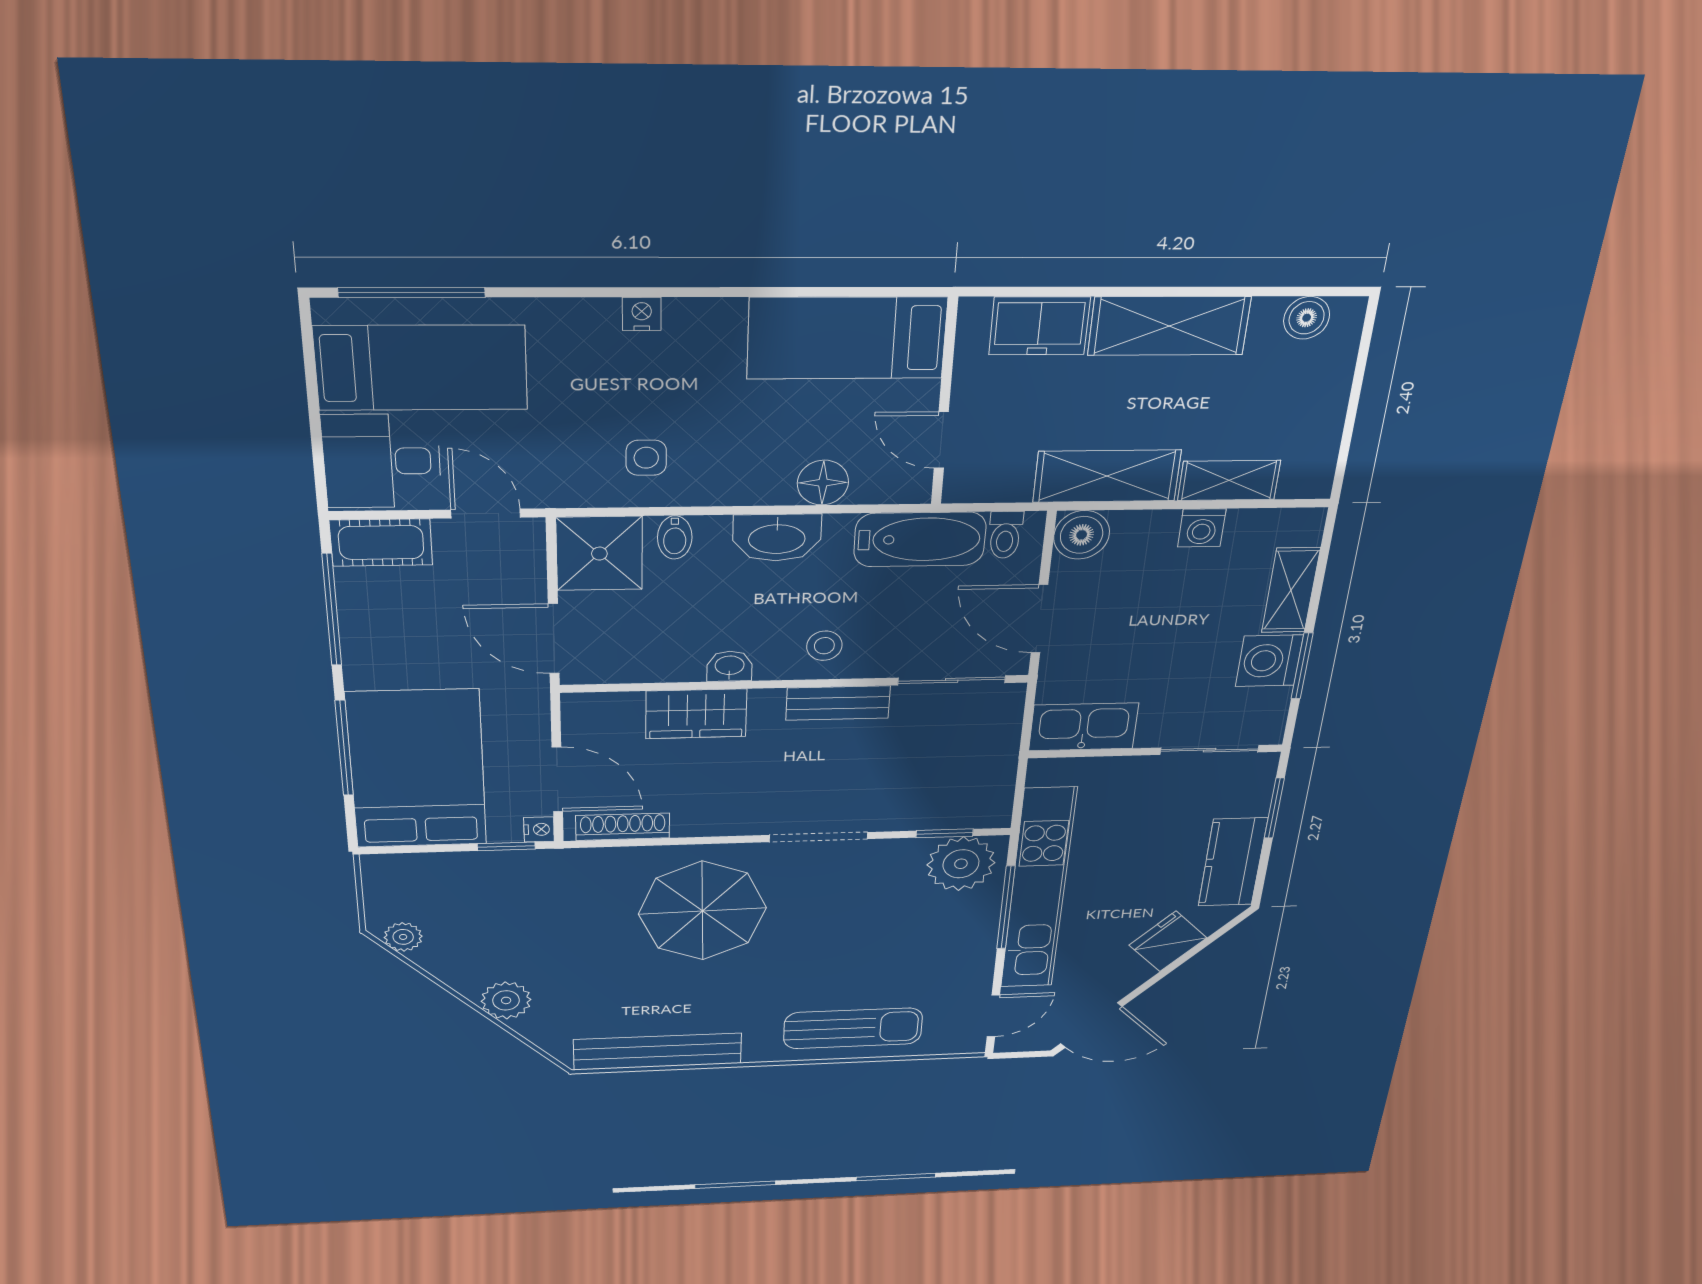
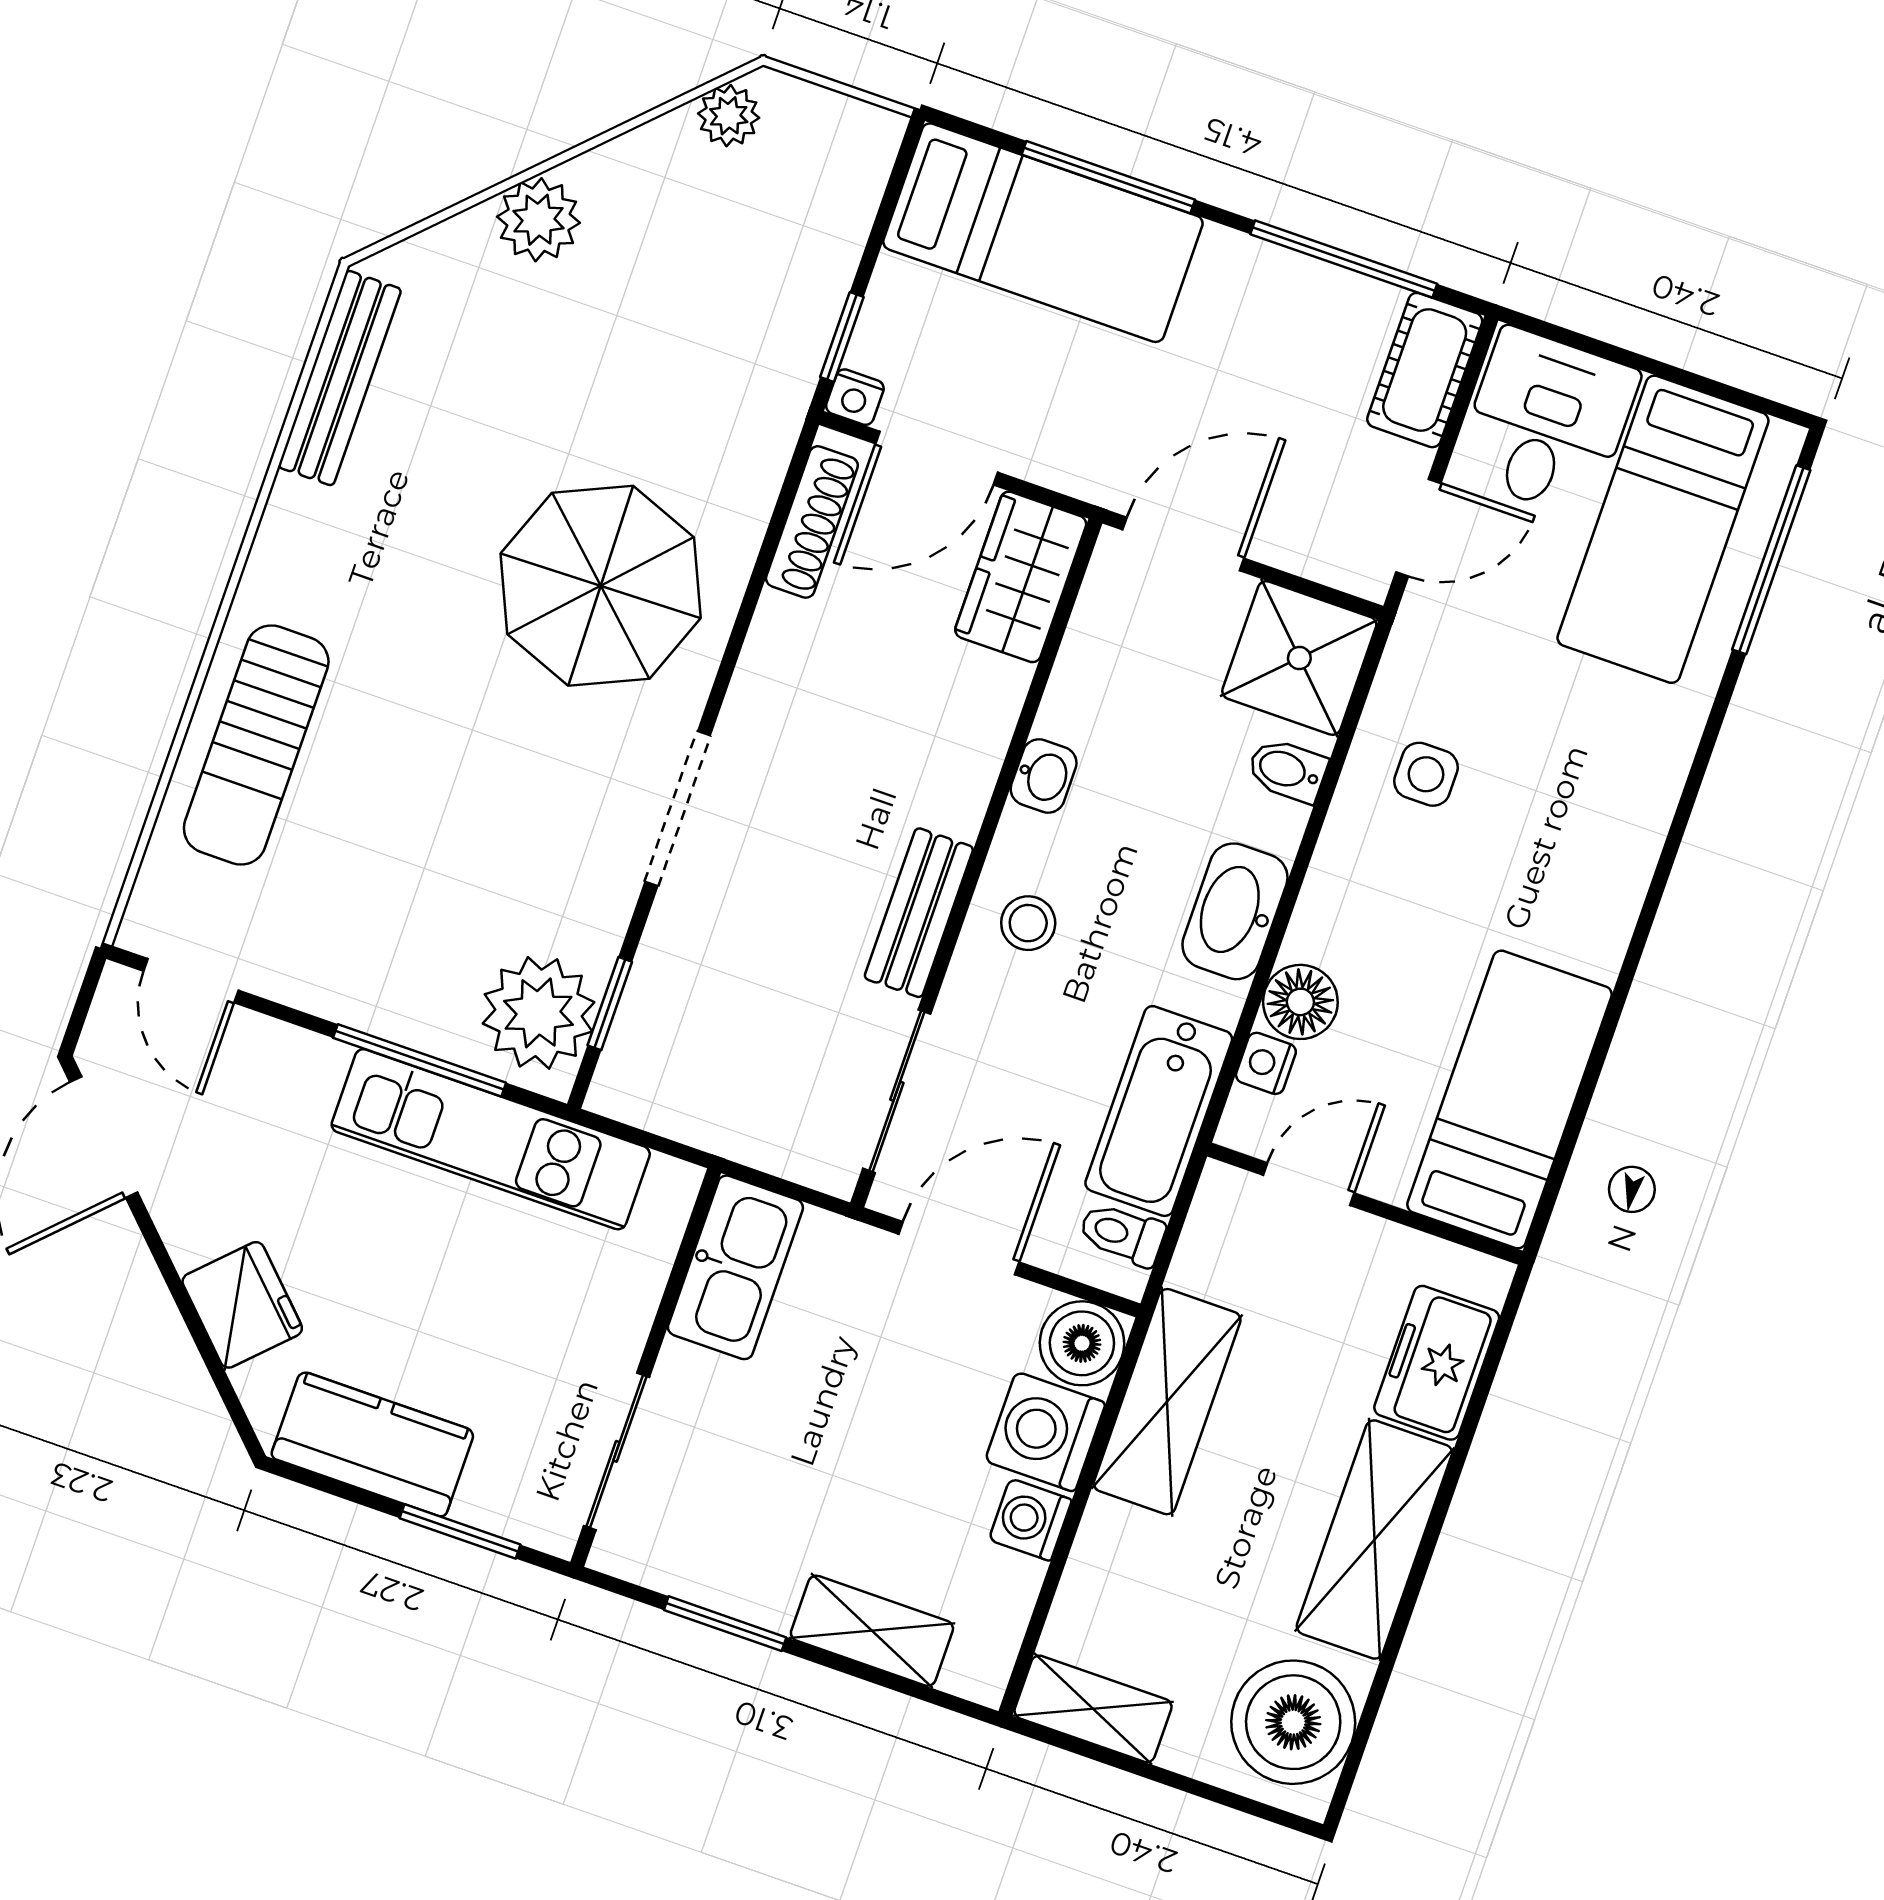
nightstand: (642, 314) -> (1266, 1063), moved, turned 180
boiler: (1307, 318) -> (1293, 1722), width x1.86, depth x1.86
shelving: (1229, 480) -> (1093, 1709), moved, turned 90
washing machine: (1269, 661) -> (1045, 1432), moved, turned -90
wardrobe: (696, 714) -> (1021, 577), moved
bed: (417, 769) -> (1043, 233), width x0.67
kitchen unit: (1038, 890) -> (491, 1139), width x0.73
bench: (658, 1052) -> (340, 378), width x0.73, depth x0.82

